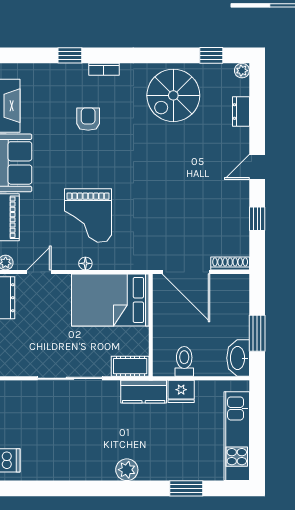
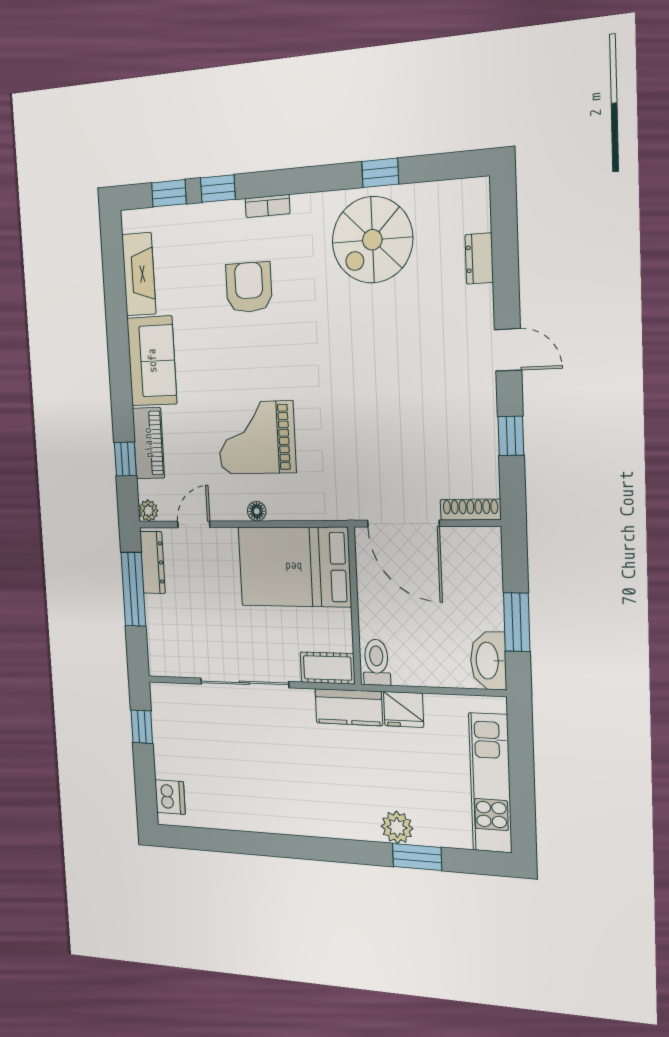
window: (35, 55) -> (169, 193), added
window: (211, 55) -> (380, 173), moved
plant: (242, 71) -> (478, 189), removed
armchair: (88, 119) -> (249, 287), width x1.38, depth x1.38
door: (257, 167) -> (508, 350), swing flipped
grand piano: (88, 216) -> (257, 438), turned 90
toilet: (184, 361) -> (376, 662), moved
plant: (127, 470) -> (397, 827), moved

